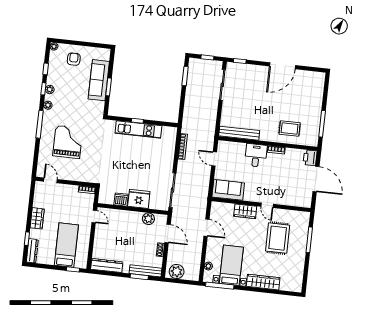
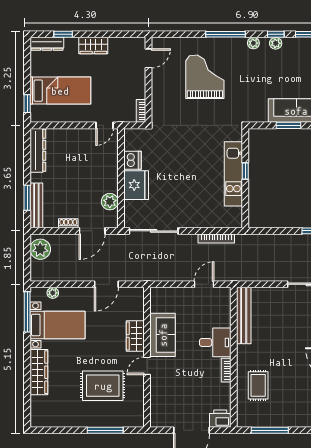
grand piano: (68, 142) -> (205, 77), turned -90
sofa: (228, 190) -> (163, 335), moved

